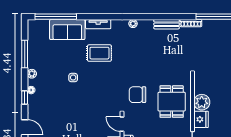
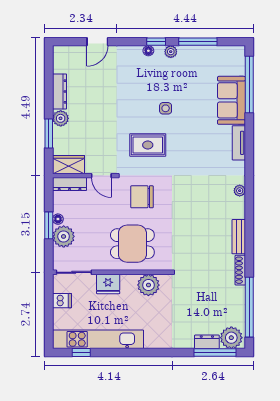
rug: (99, 53) -> (148, 145), moved, turned 90
chair: (137, 95) -> (142, 197), turned -90
window: (25, 97) -> (156, 42), moved
plant: (202, 102) -> (148, 285), moved
door: (122, 124) -> (101, 176), swing flipped

